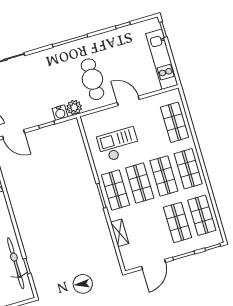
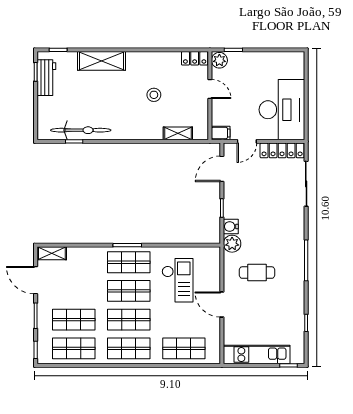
cafe table: (92, 79) -> (257, 273), width x0.73, depth x0.74
door: (128, 101) -> (222, 305), swing flipped
shelving: (120, 233) -> (52, 253), moved

